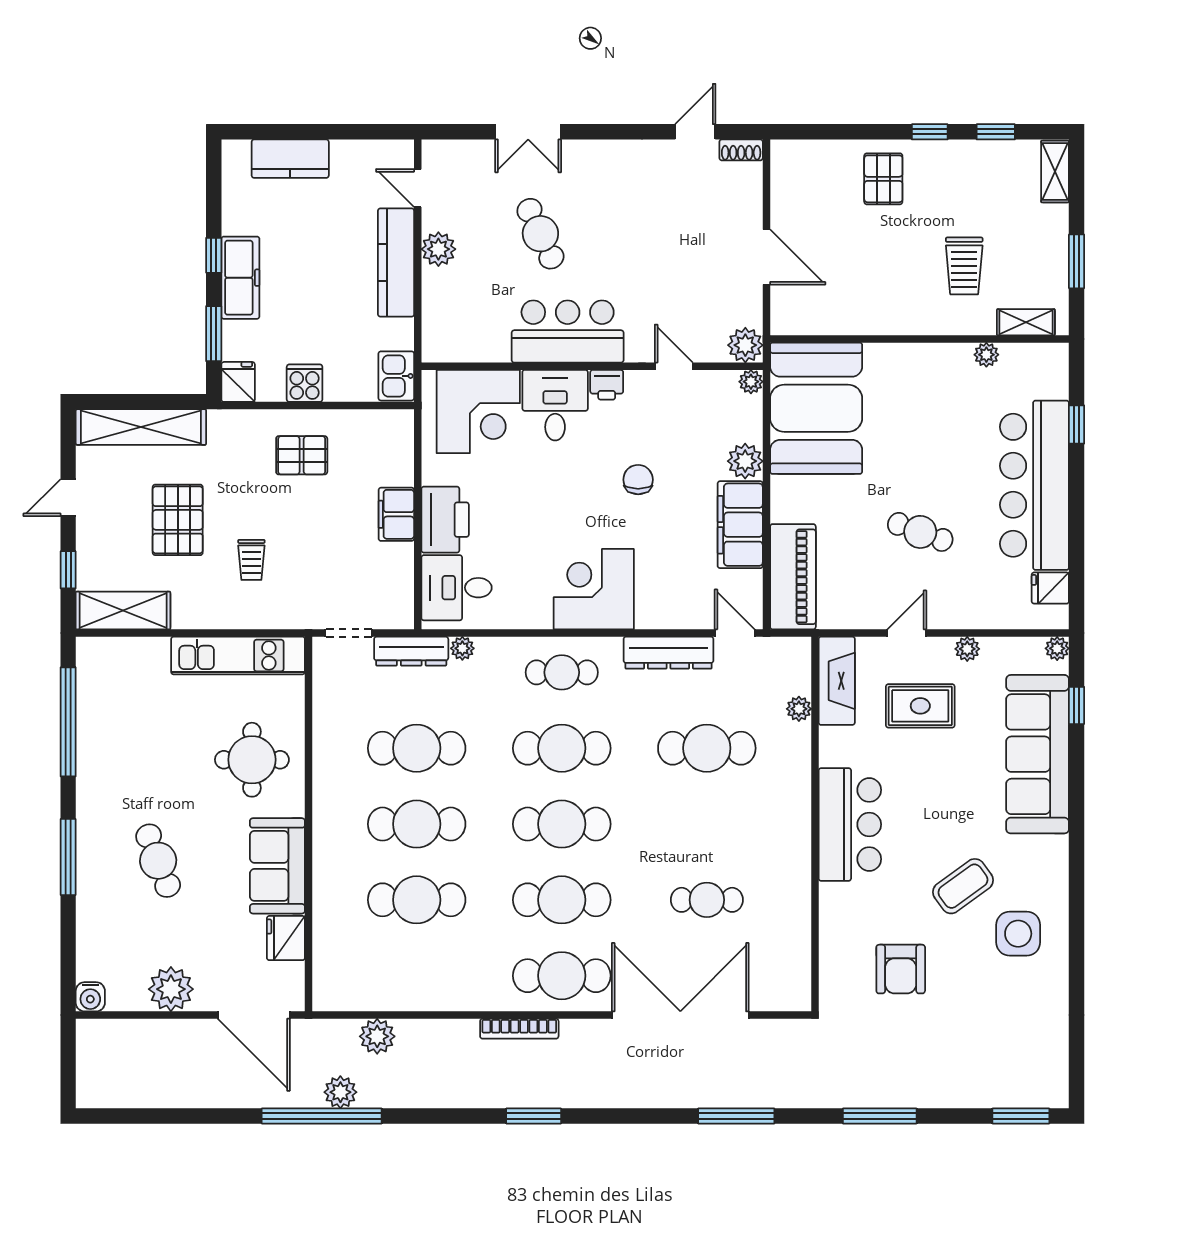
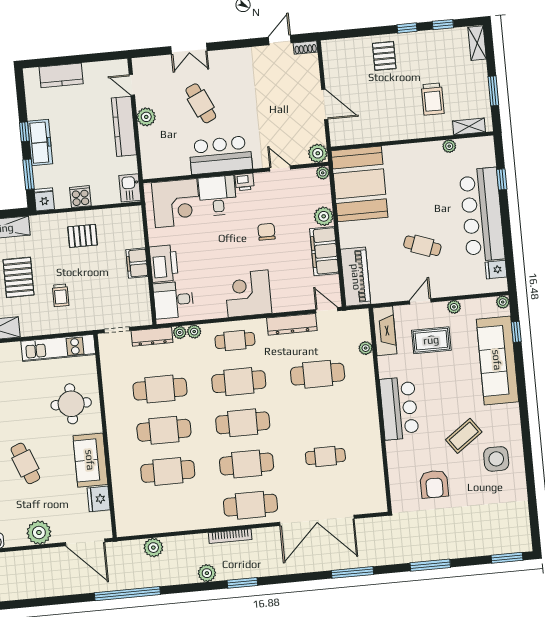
plant: (489, 649) -> (194, 332), added
double door: (680, 1015) -> (317, 520), swing flipped
plant: (340, 1092) -> (207, 573), moved

